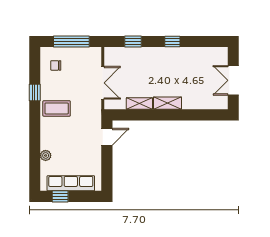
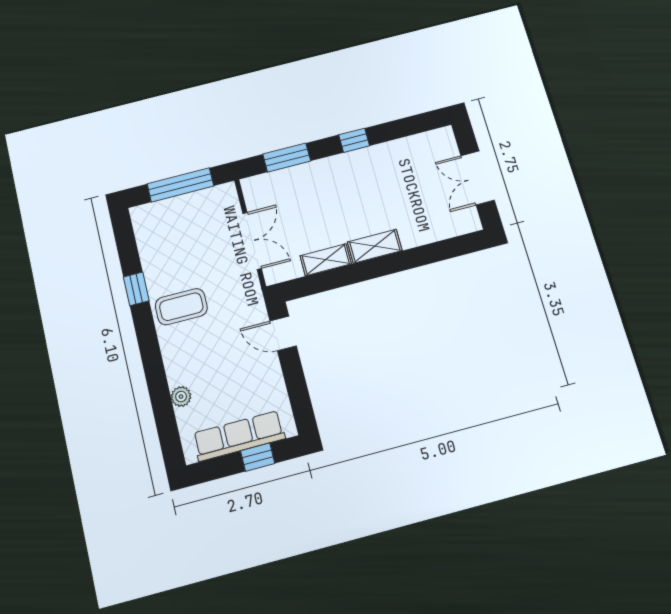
window: (133, 41) -> (287, 158), width x1.50
chair: (56, 65) -> (163, 232), removed
door: (107, 137) -> (283, 333), swing flipped
window: (60, 196) -> (258, 457), moved

